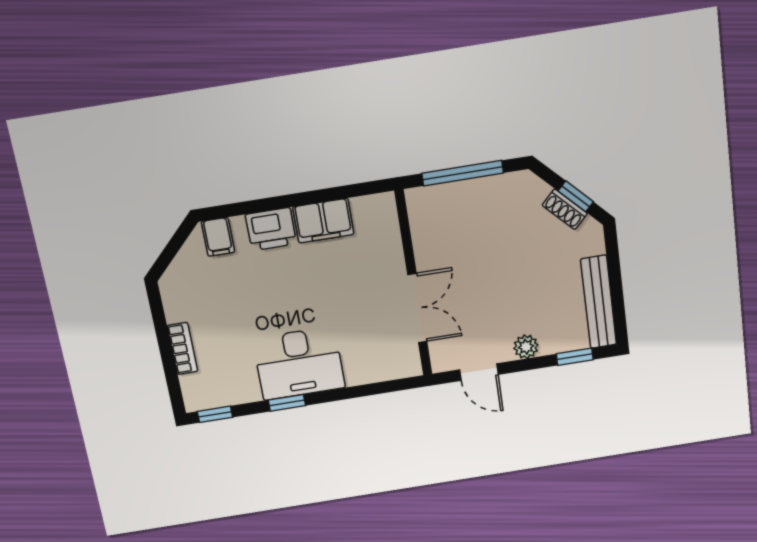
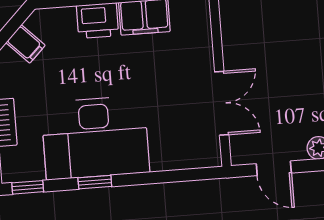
filing cabinet: (218, 237) -> (25, 44), moved, turned -45
desk: (299, 363) -> (95, 138), width x1.36, depth x1.30

